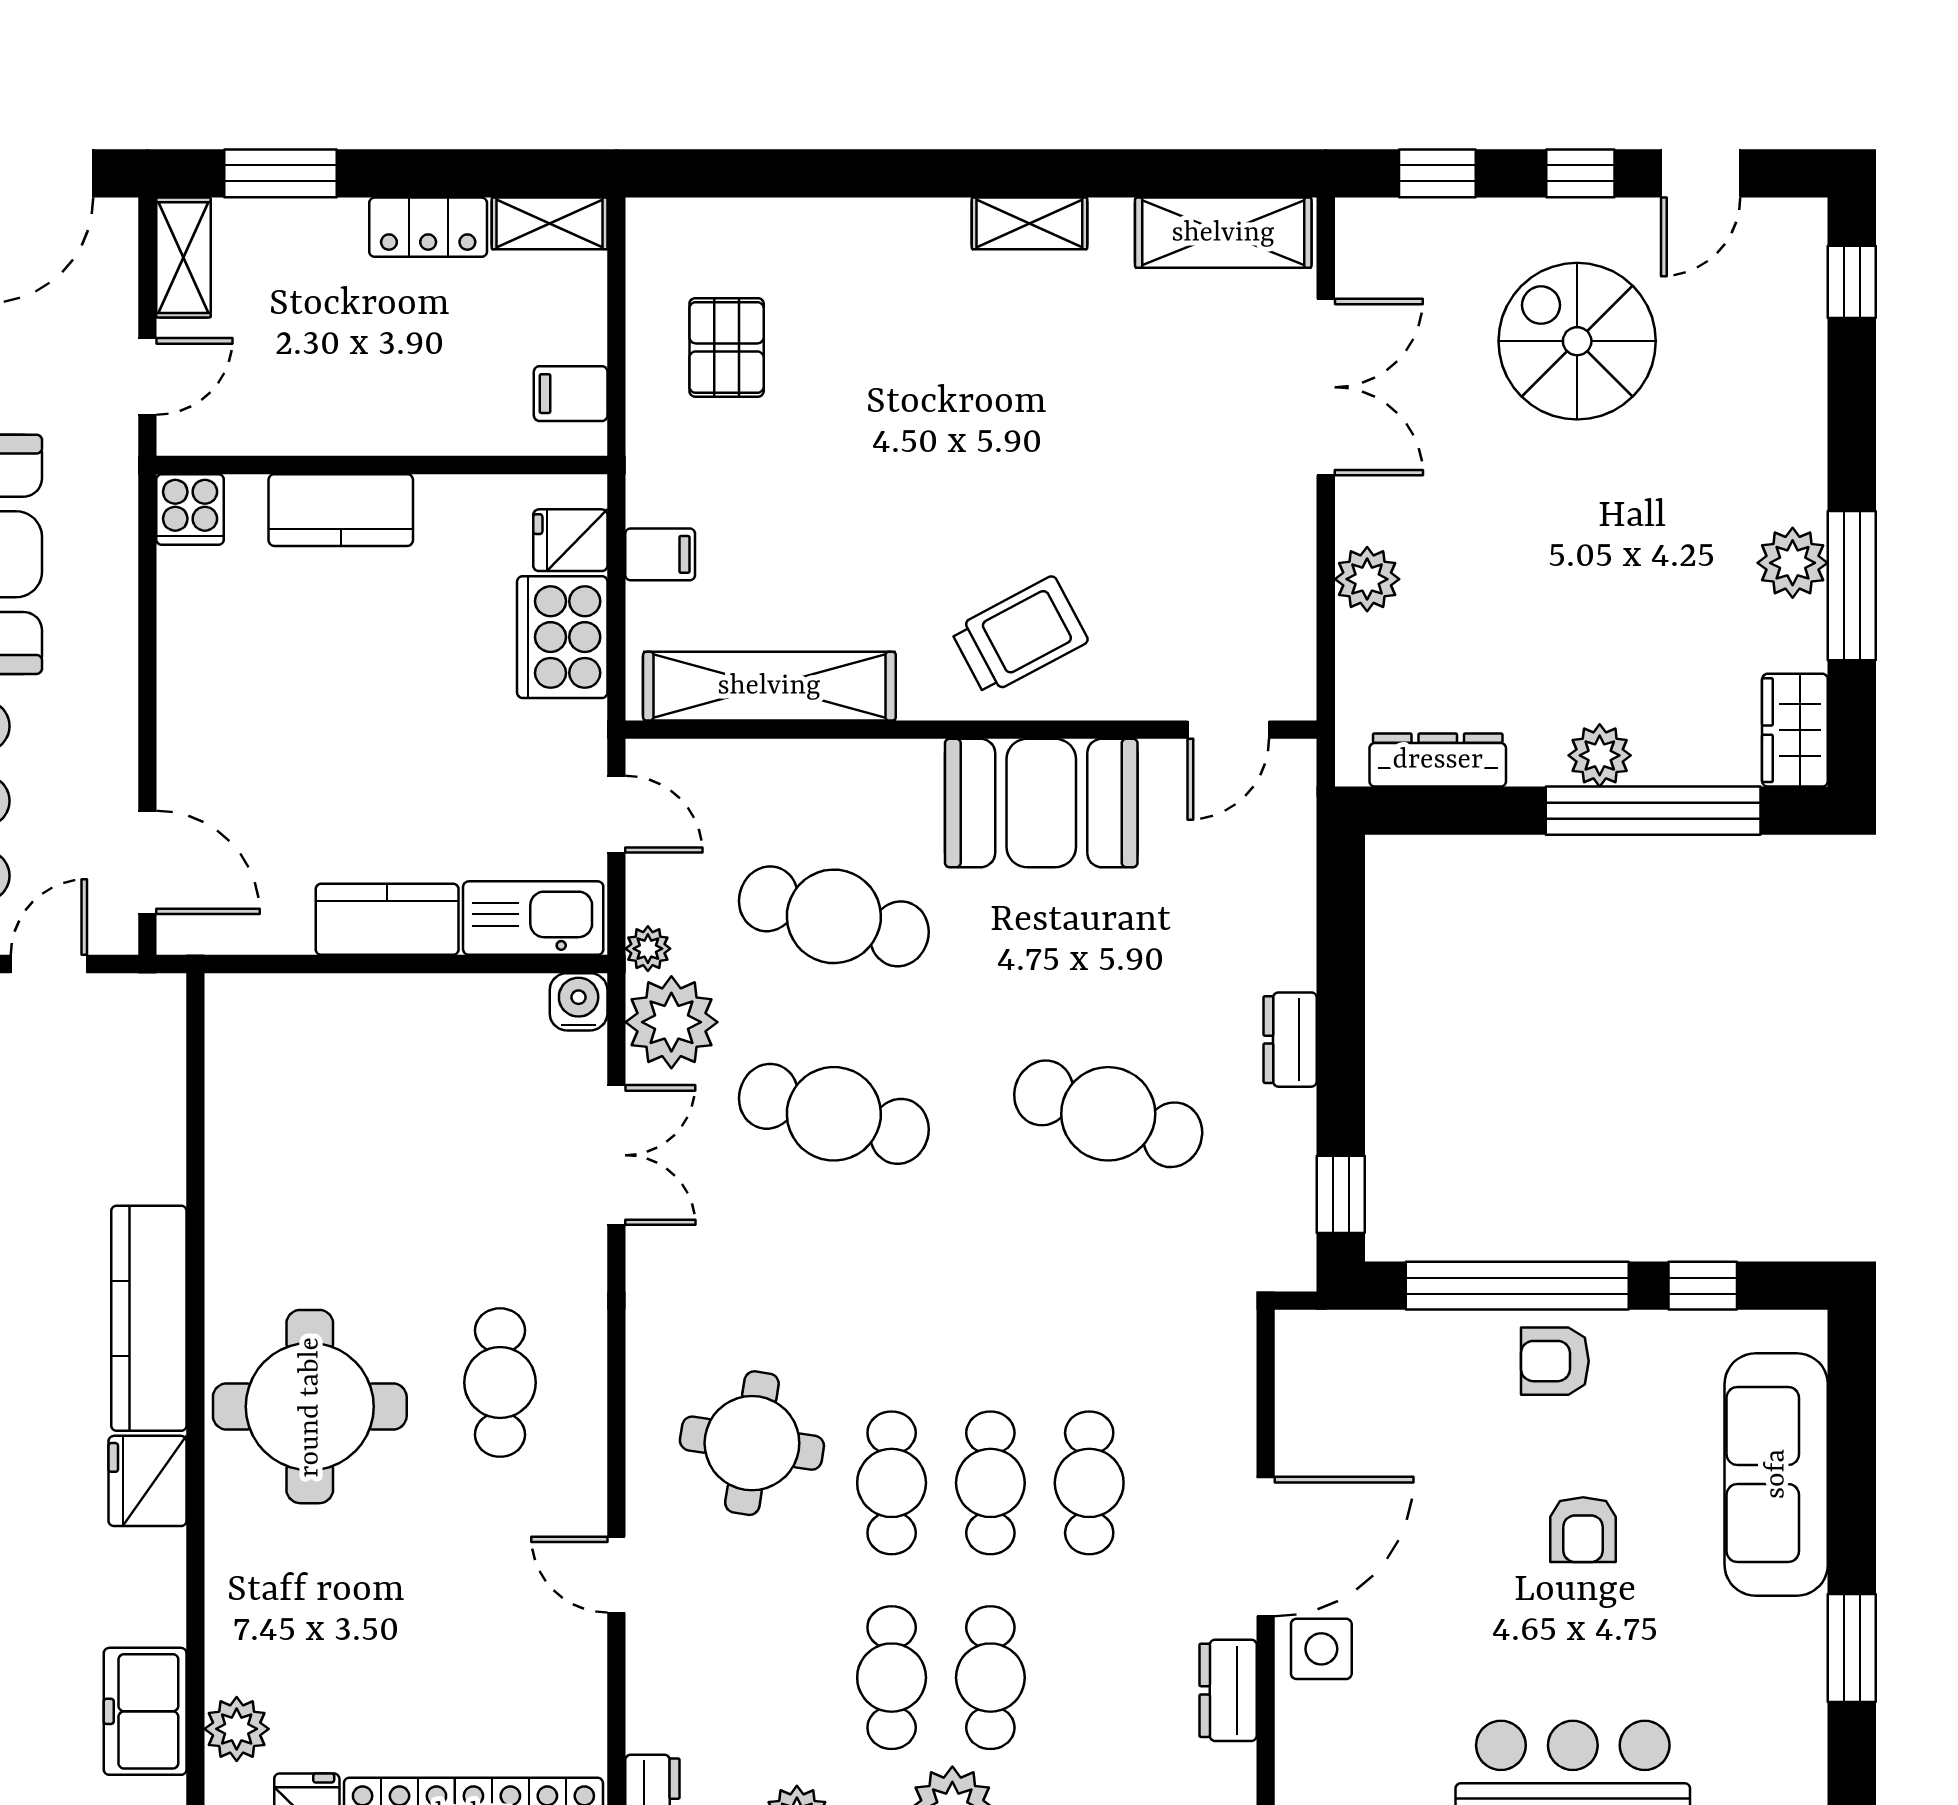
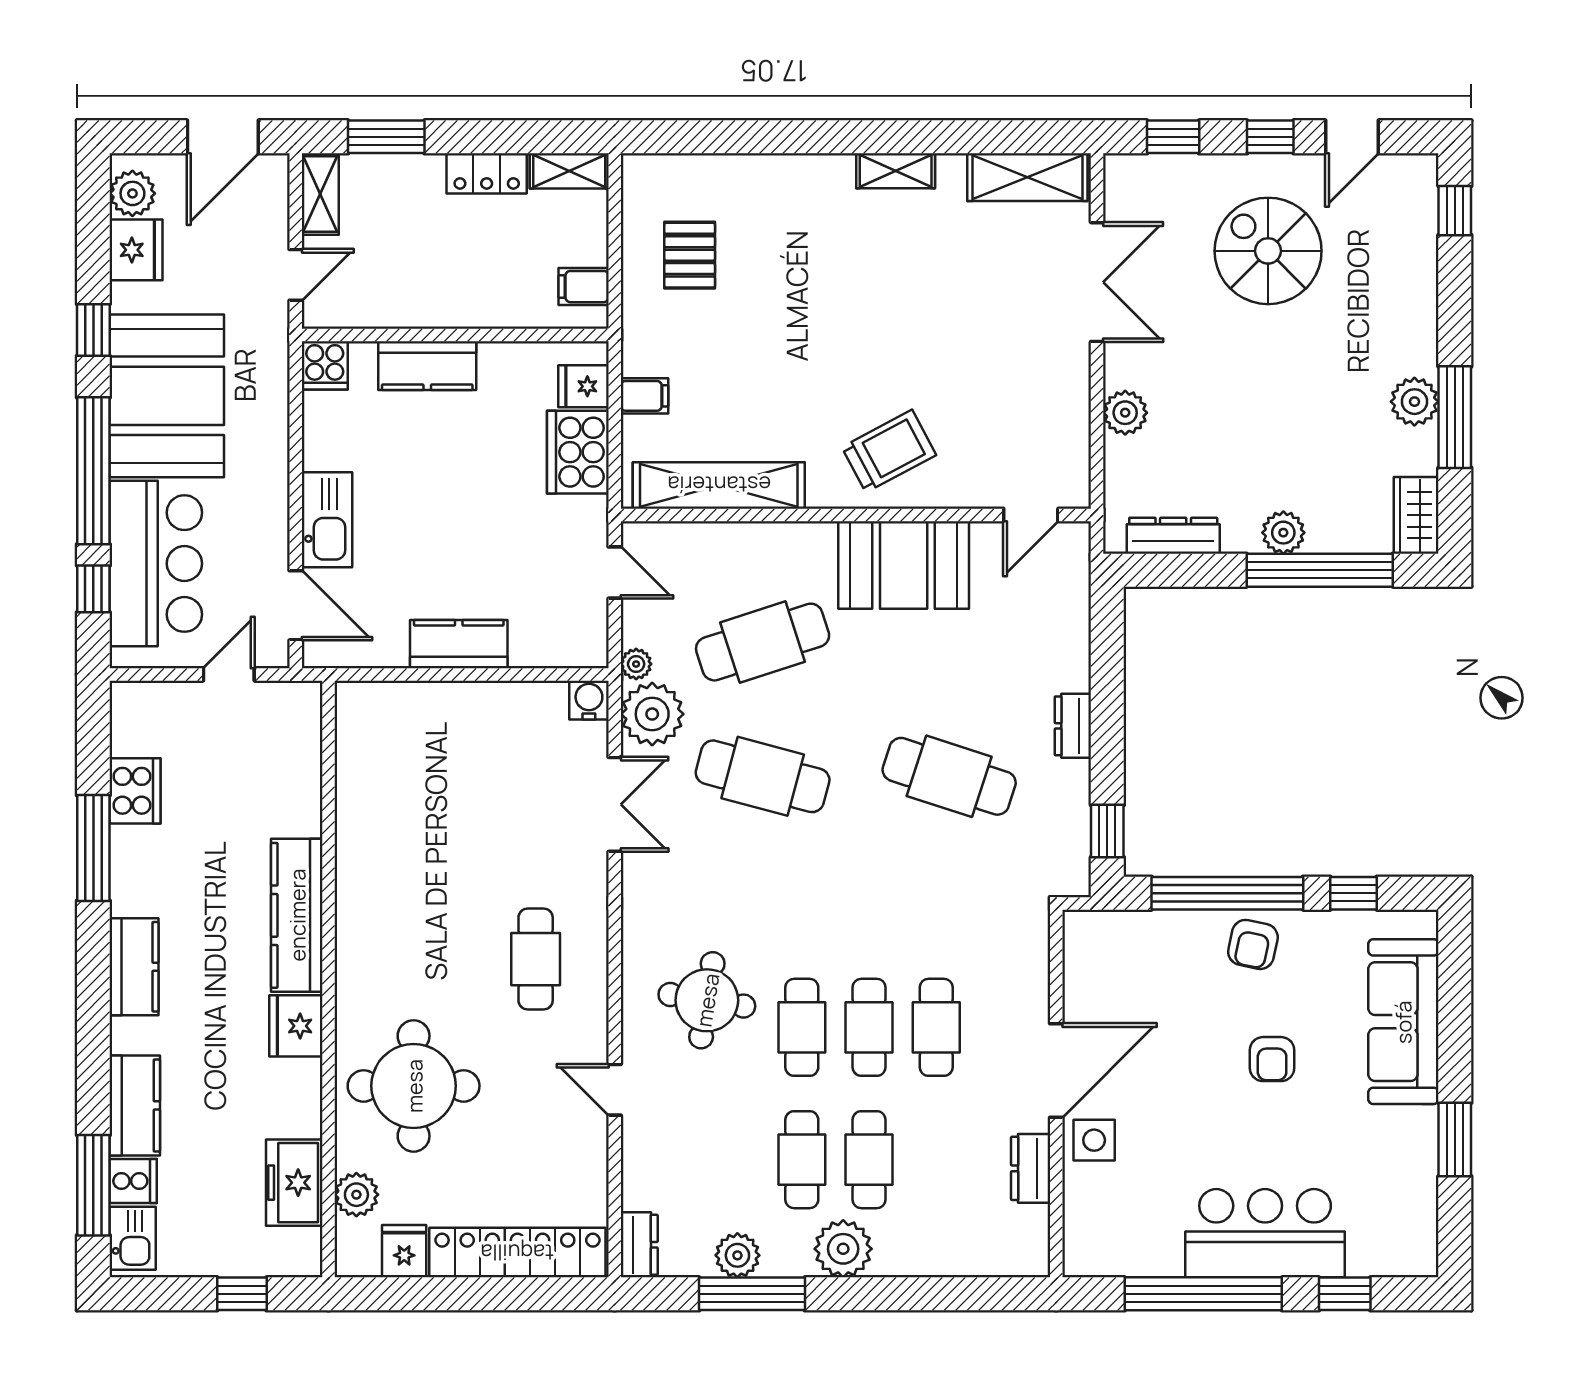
cafe table: (834, 916) -> (763, 642), turned -33
kitchen sink: (533, 918) -> (327, 520), moved, turned 90
armchair: (1555, 1361) -> (1253, 944), turned -78
round table: (310, 1407) -> (414, 1086), moved

